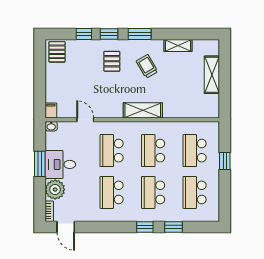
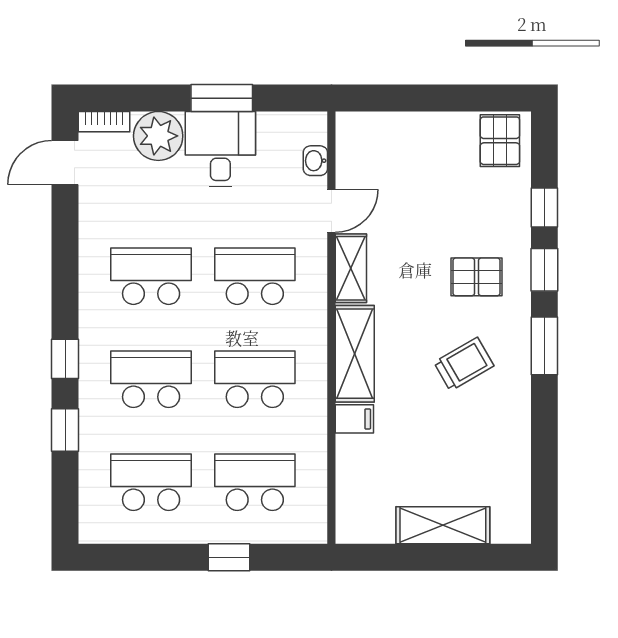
shelving: (178, 46) -> (351, 268), moved
pallet: (57, 52) -> (500, 141), turned 90
filing cabinet: (51, 110) -> (354, 419), moved
washbasin: (51, 126) -> (315, 161), moved

